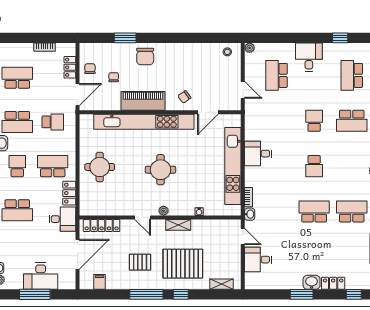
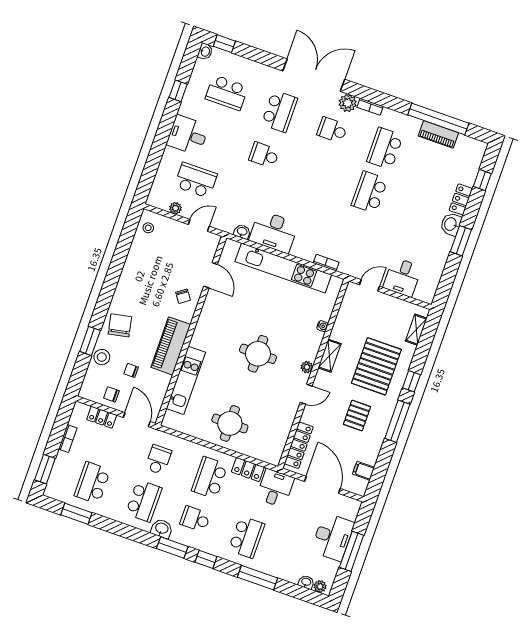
window: (15, 38) -> (45, 469), added
plant: (250, 48) -> (175, 208), moved
stool: (116, 51) -> (102, 357), added
chair: (145, 56) -> (120, 325), turned -101
school desk: (277, 75) -> (196, 180), turned 180
kitchen unit: (144, 122) -> (186, 380), width x0.54
desk: (258, 154) -> (274, 232), width x1.37
school desk: (314, 166) -> (332, 130), moved, turned 180
washbasin: (250, 214) -> (242, 232), moved

